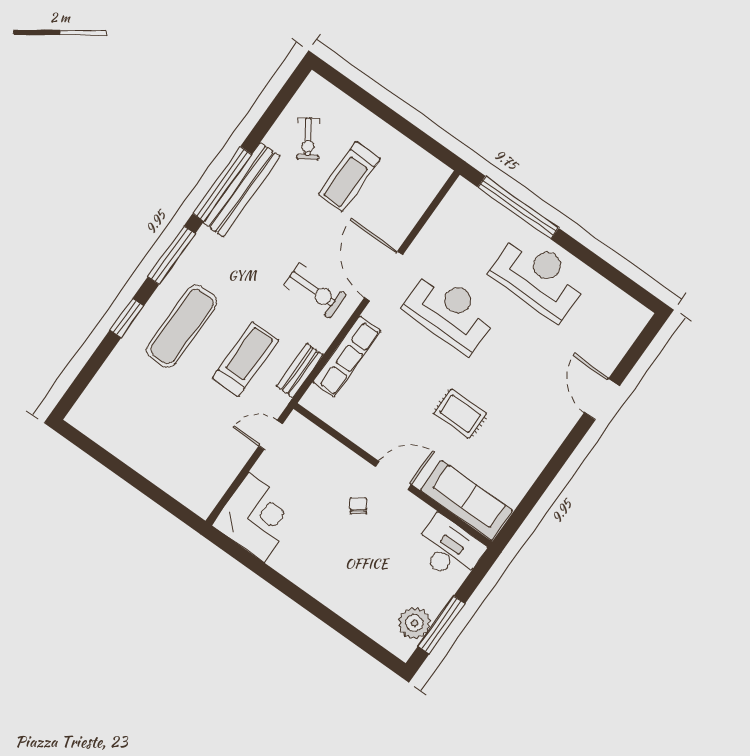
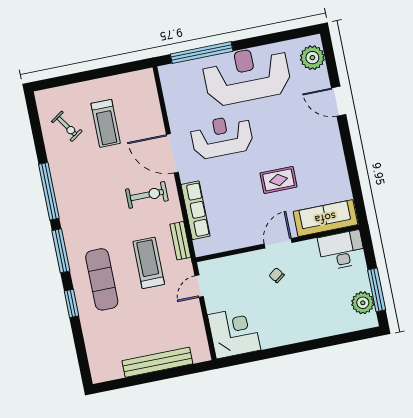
bench: (242, 190) -> (157, 362), moved, turned 90
reception desk: (539, 277) -> (247, 75), width x1.36, depth x1.30
plant: (622, 329) -> (312, 58), added

